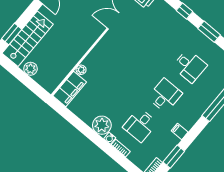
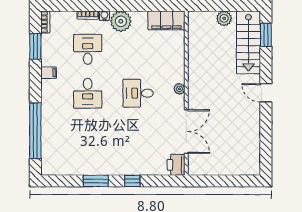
desk: (190, 66) -> (138, 93), moved
plant: (81, 70) -> (179, 89), moved
filing cabinet: (70, 89) -> (166, 20), moved, turned -90

